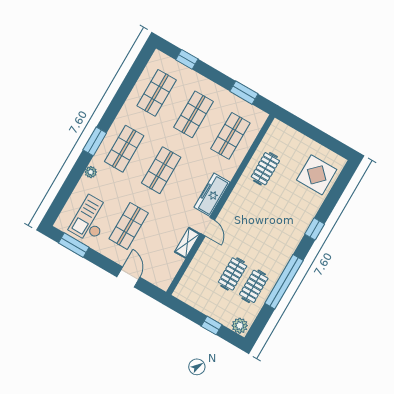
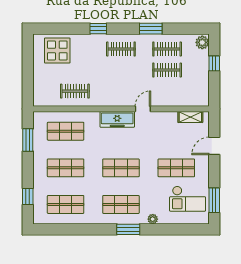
clothes rail: (281, 240) -> (121, 49), added
shelving: (187, 243) -> (190, 117), moved
window: (284, 282) -> (151, 29), width x0.47

